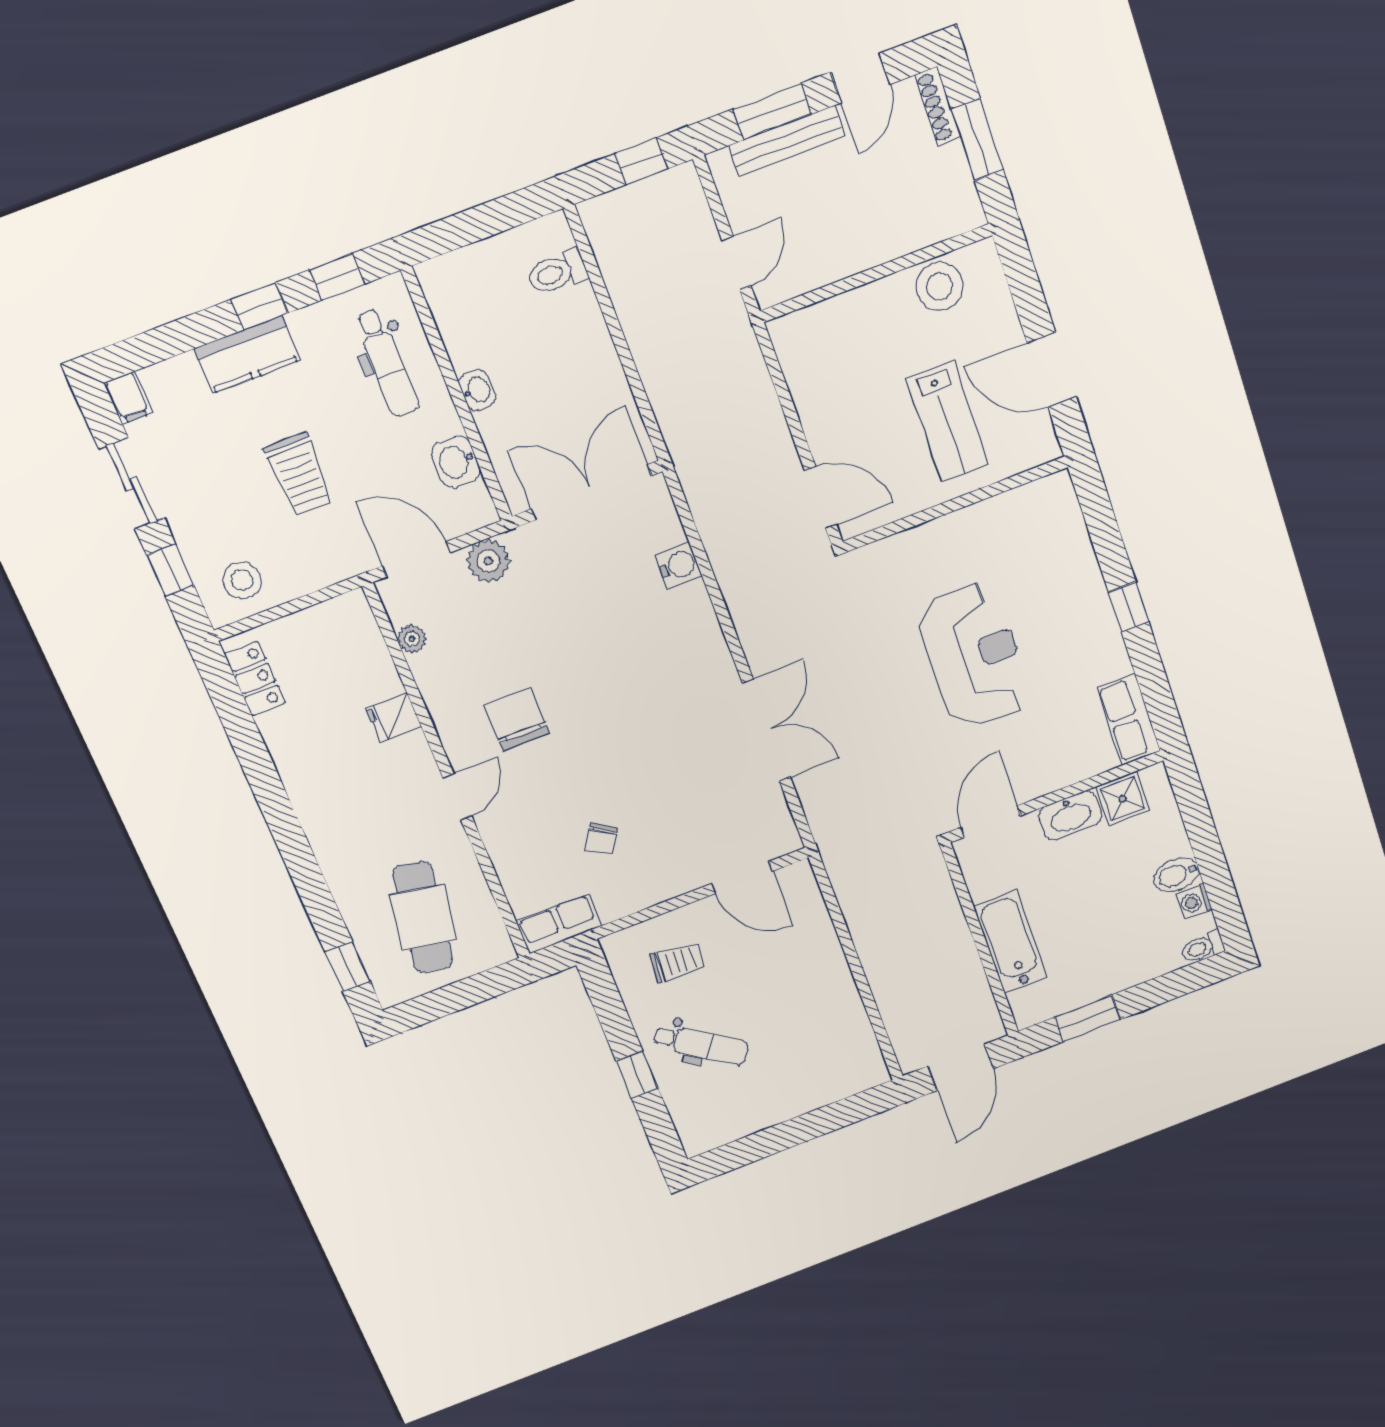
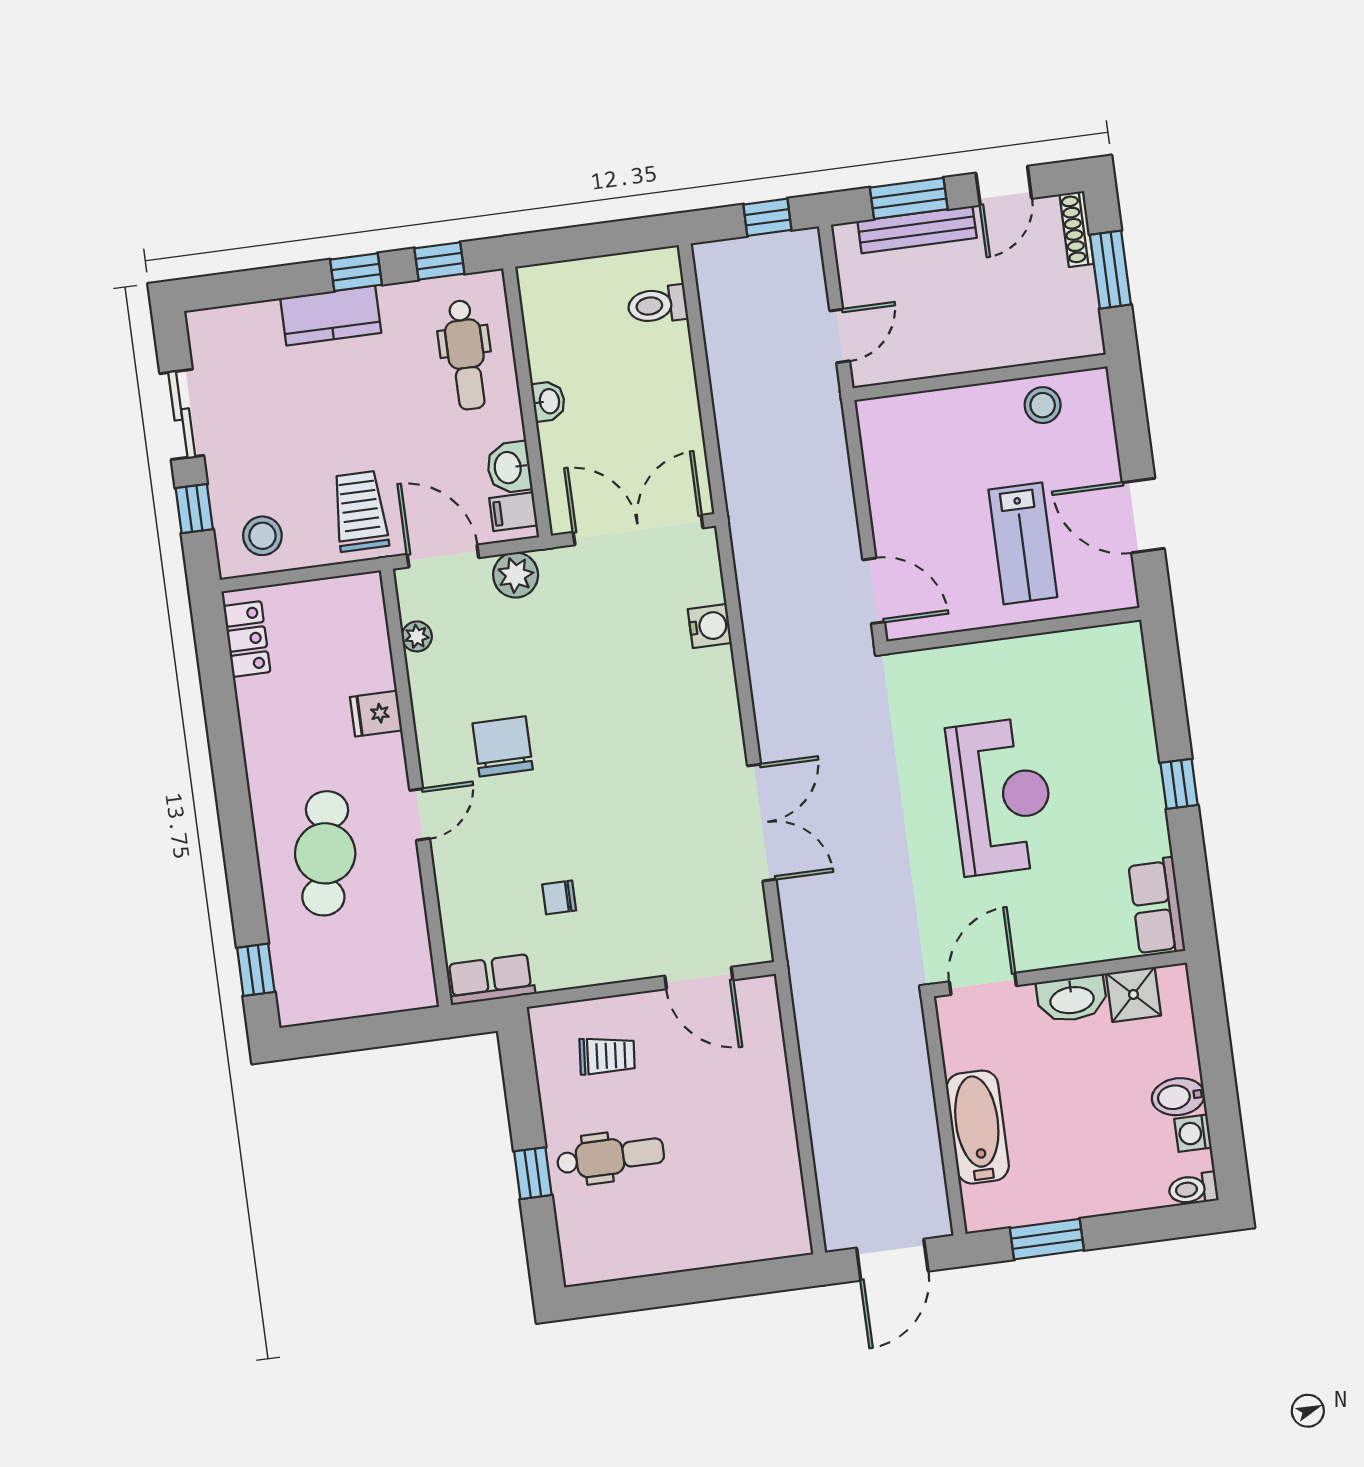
stool: (940, 287) -> (1043, 405), width x0.73, depth x0.73
filing cabinet: (128, 398) -> (513, 512), moved, turned 90
trolley: (300, 474) -> (360, 511), moved, turned 180
chair: (602, 839) -> (559, 897), turned 58
cafe table: (423, 917) -> (325, 853), moved
dental chair: (701, 1045) -> (611, 1157), turned -35

